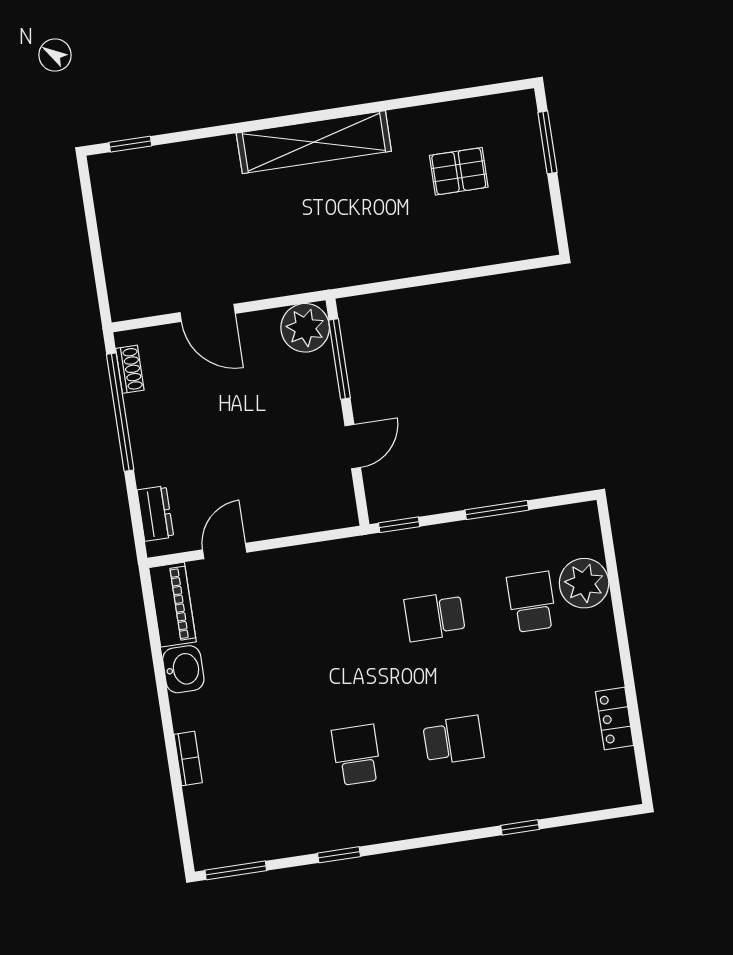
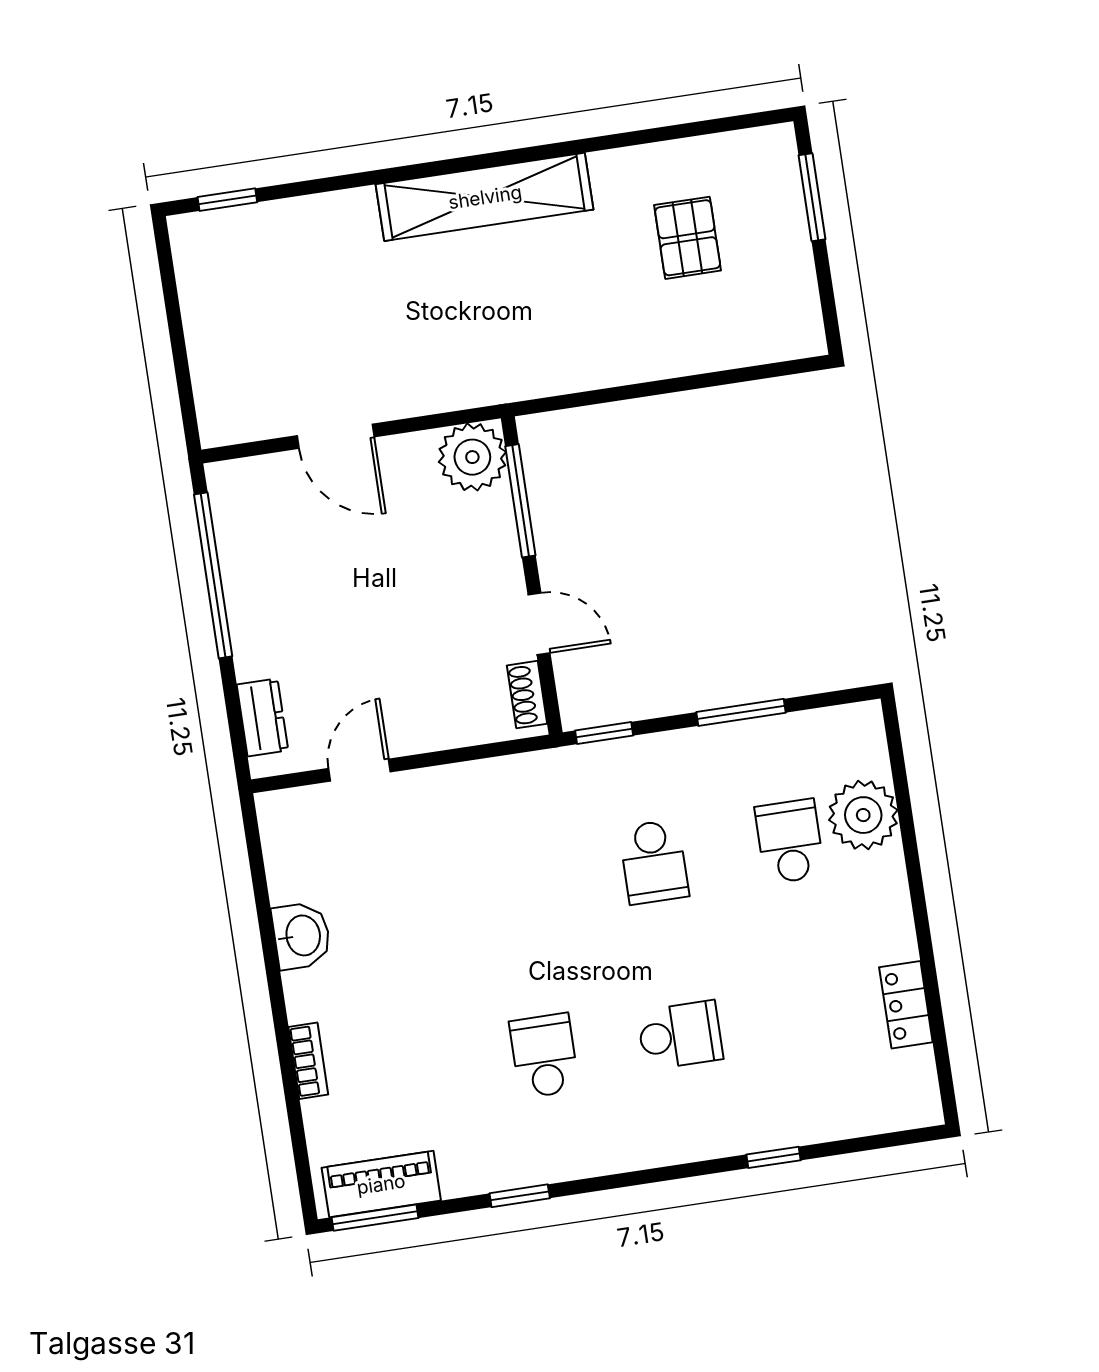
pallet: (459, 171) -> (688, 238), turned 90
shoe rack: (130, 369) -> (527, 695), moved, turned 180
door: (353, 447) -> (539, 624), hinge flipped
piano: (173, 605) -> (381, 1184), moved, turned -90
school desk: (435, 617) -> (654, 862), turned -90

